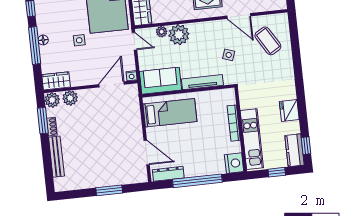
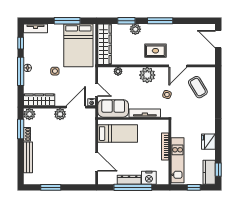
door: (239, 16) -> (178, 66), hinge flipped
plant: (179, 35) -> (147, 75), moved
door: (135, 41) -> (97, 90), moved
wardrobe: (56, 81) -> (39, 100), width x1.50
plant: (70, 98) -> (60, 114), moved
nightstand: (234, 163) -> (149, 178), moved, turned 90
dresser: (168, 174) -> (129, 180), moved
window: (109, 190) -> (51, 187), moved

